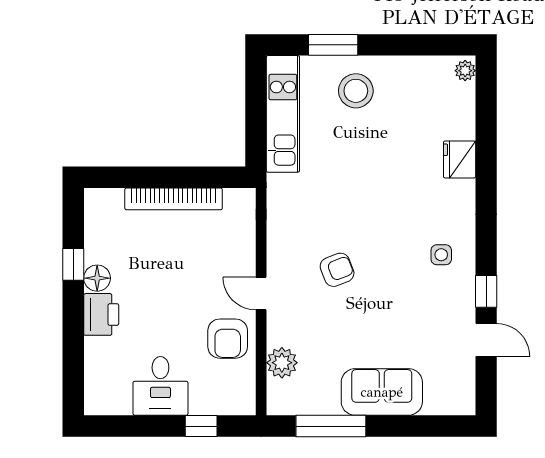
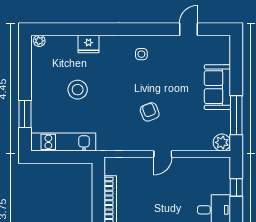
stool: (356, 91) -> (78, 90), moved
window: (486, 291) -> (162, 29), removed
armchair: (228, 339) -> (188, 173), removed
plant: (282, 363) -> (222, 142), moved

